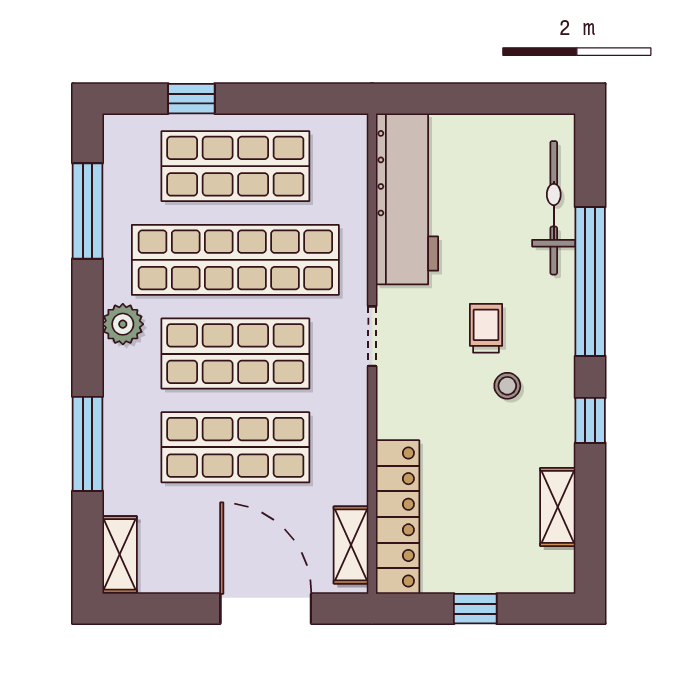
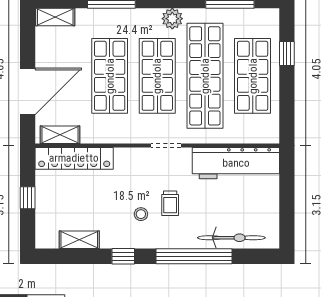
trolley: (486, 328) -> (170, 203), turned 90

